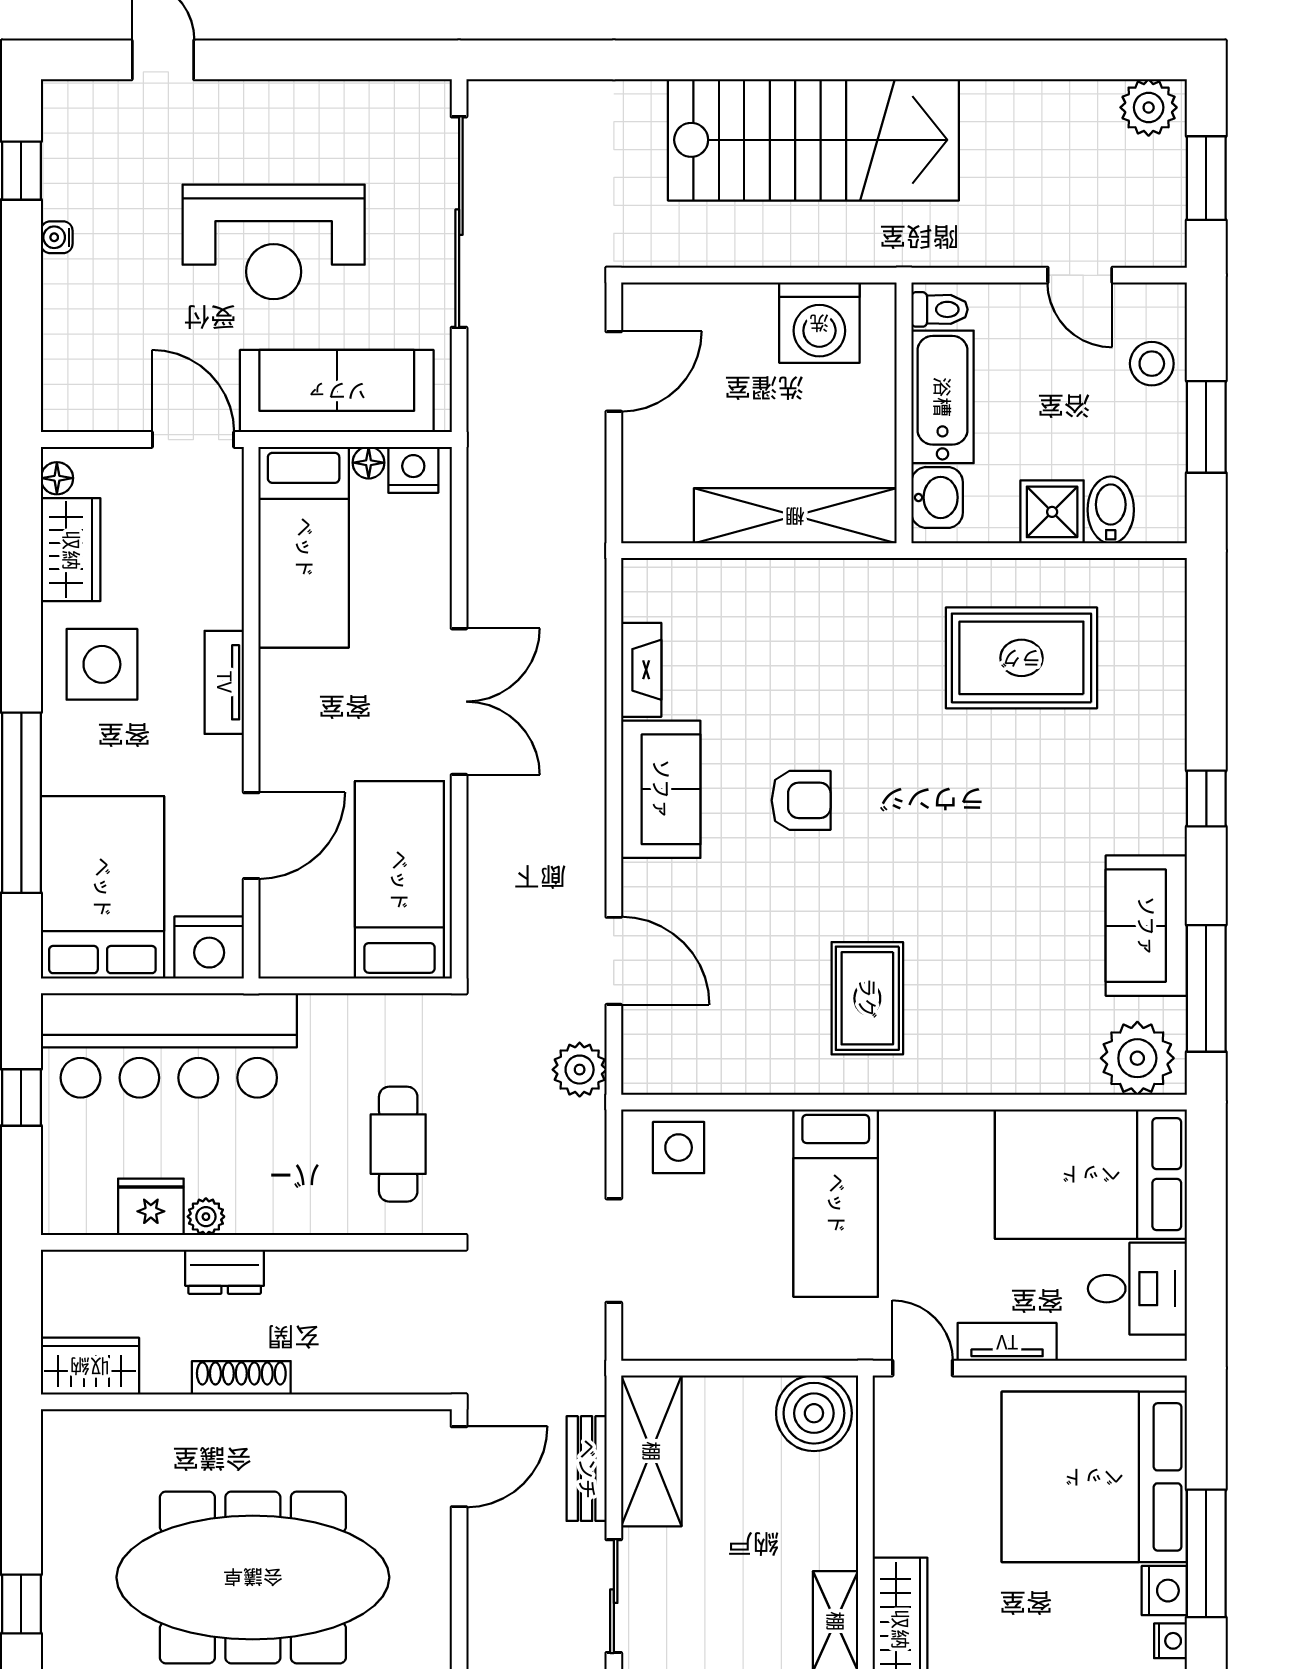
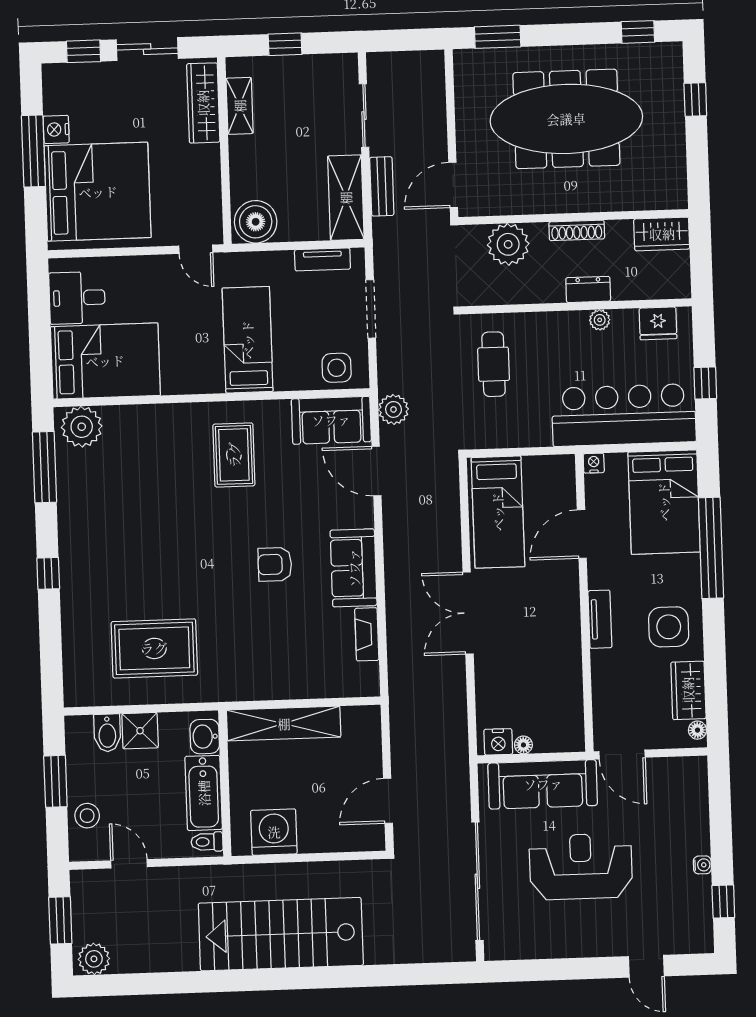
bed: (304, 547) -> (558, 696), removed
sofa: (1146, 926) -> (331, 420), moved, turned 90
nightstand: (209, 948) -> (594, 463), width x0.53, depth x0.56
fridge: (151, 1207) -> (658, 323), moved
tv unit: (1007, 1342) -> (322, 259), moved
plant: (365, 1357) -> (508, 244), added
nightstand: (1170, 1641) -> (52, 101), removed

